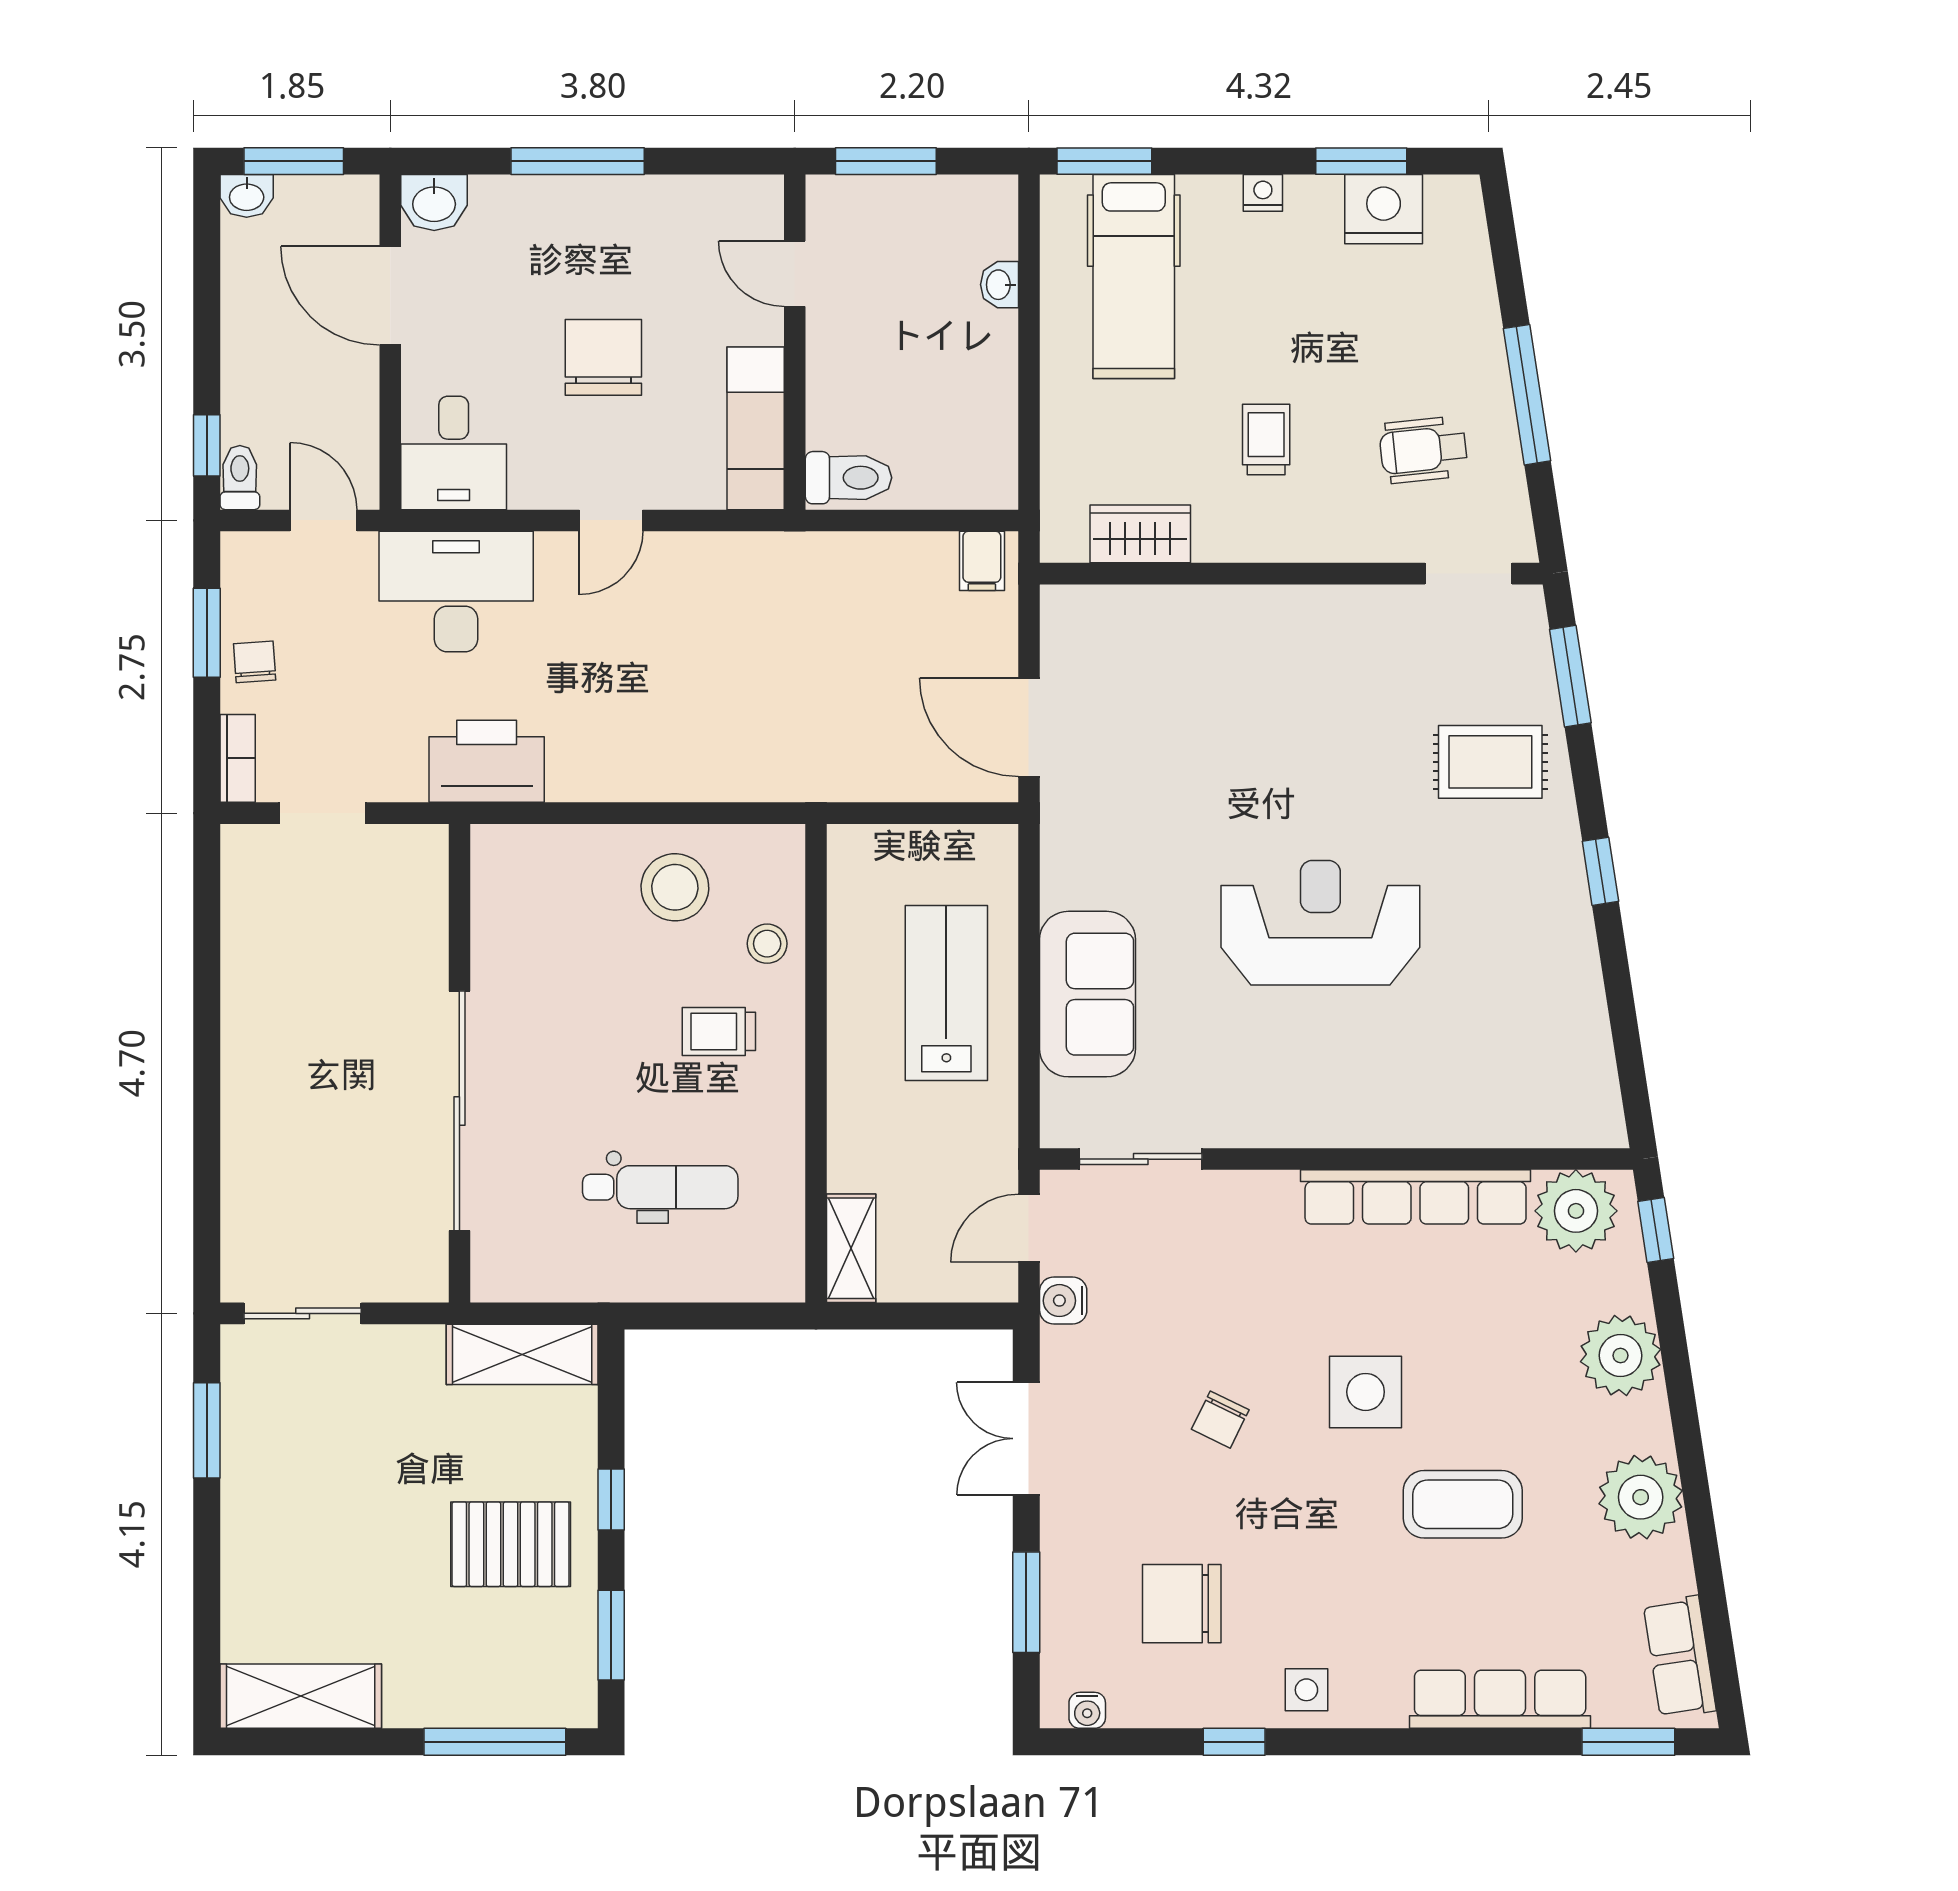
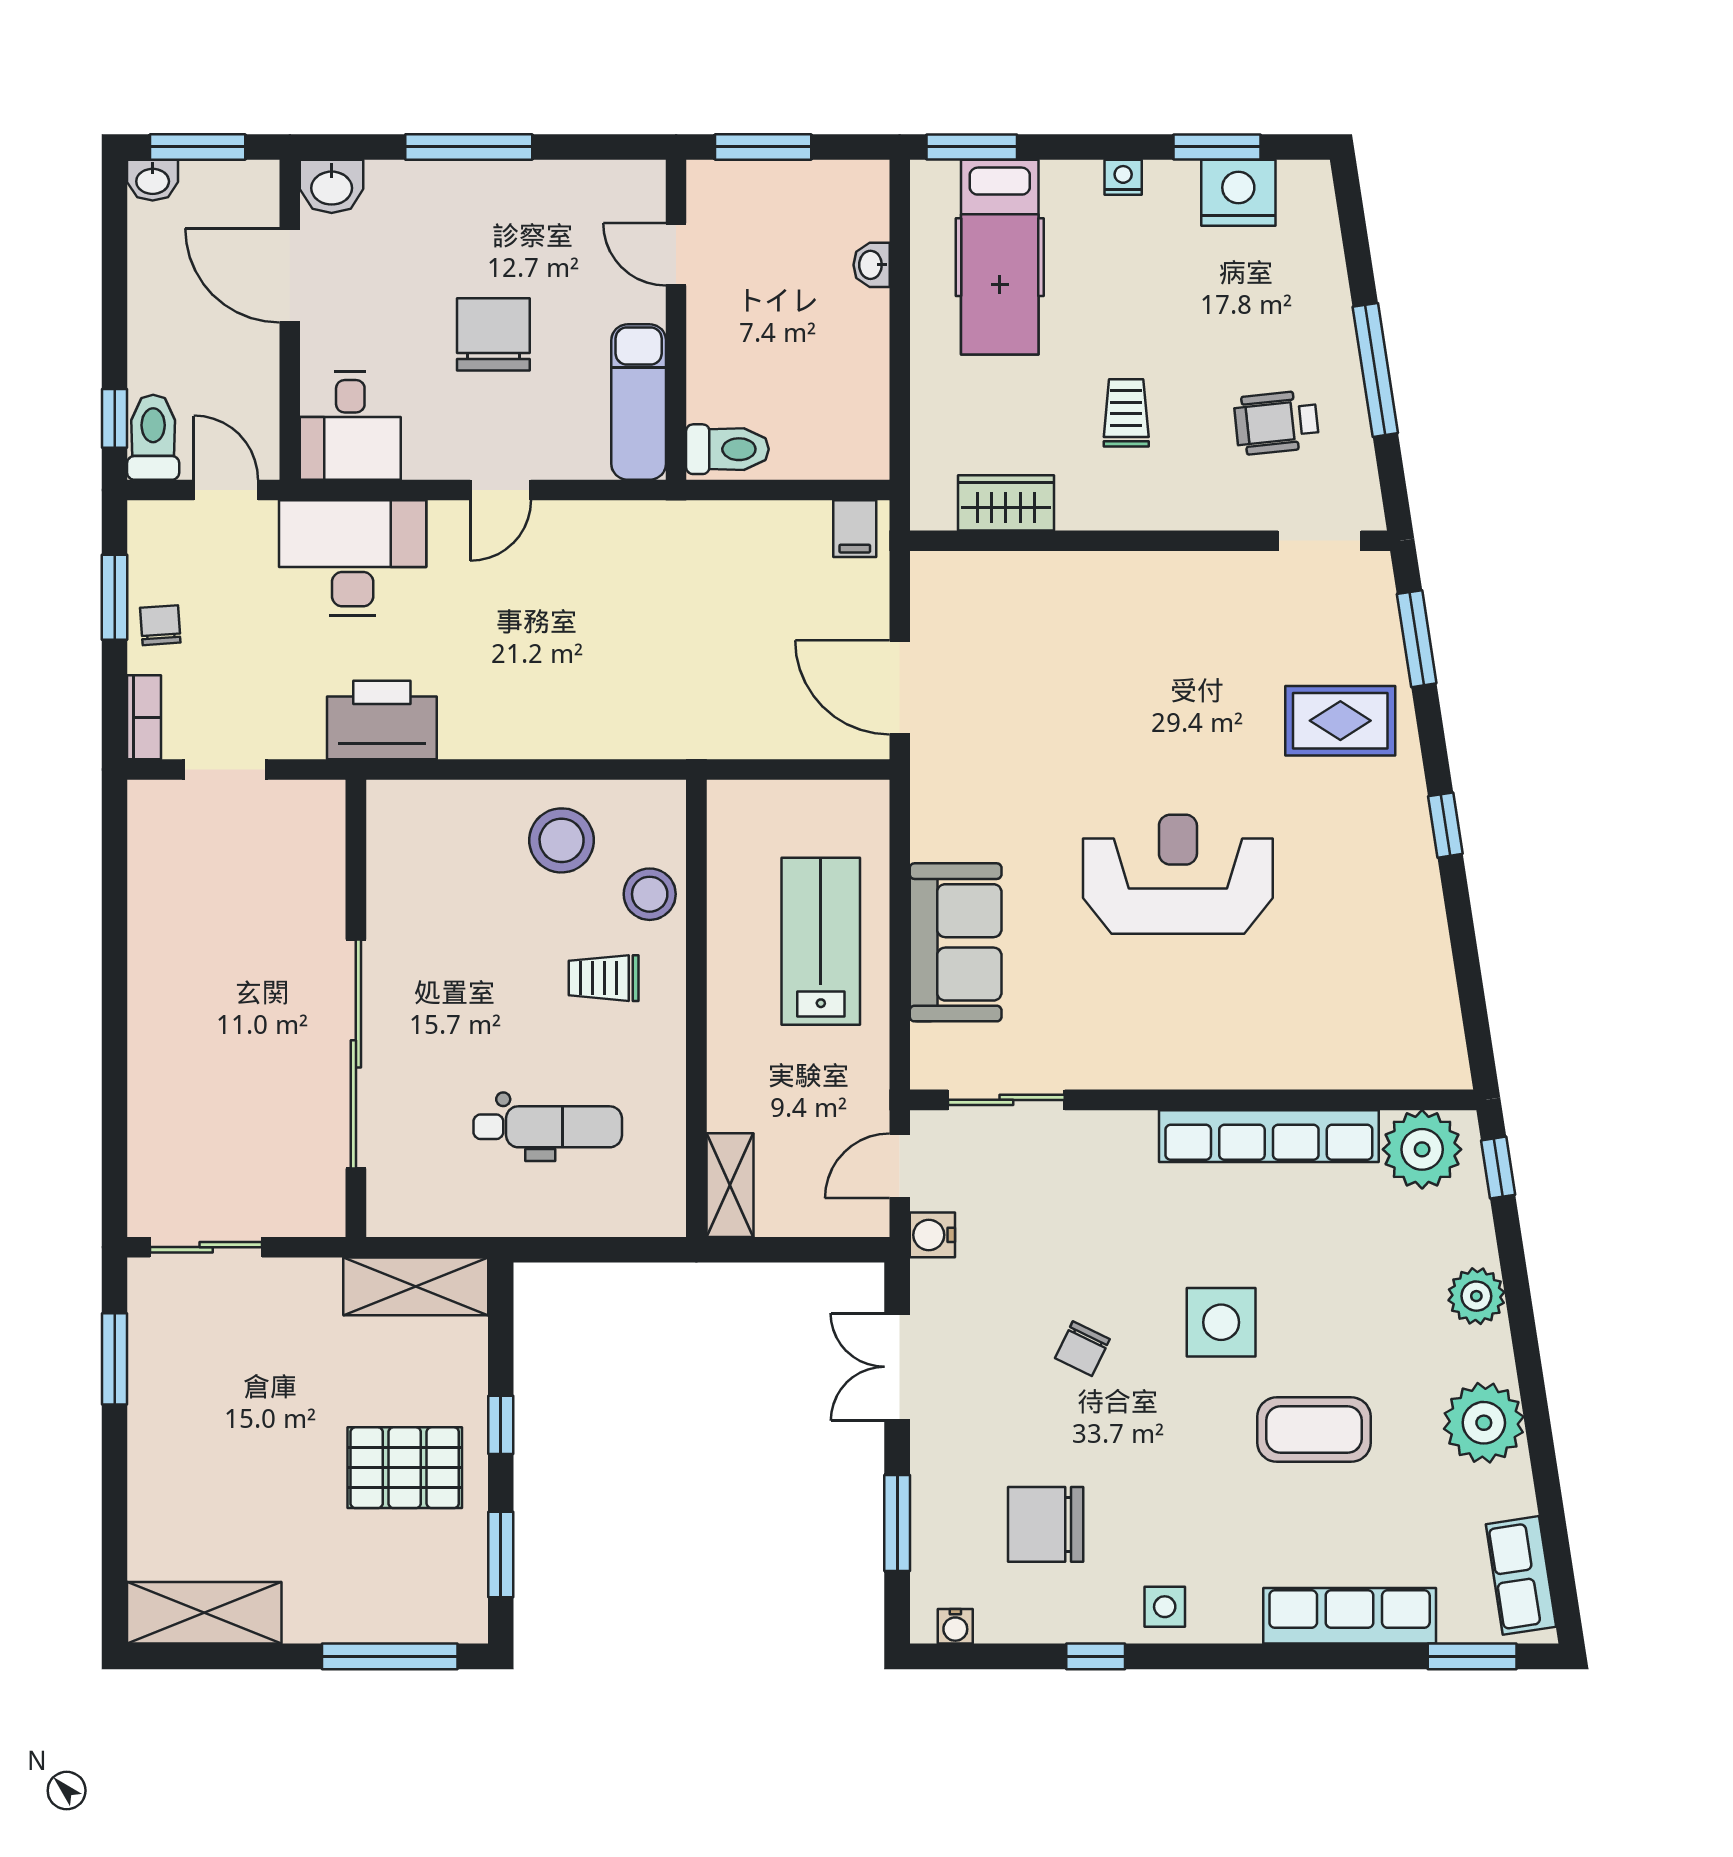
toilet: (240, 478) -> (153, 437), width x1.37, depth x1.39
stool: (767, 944) -> (650, 894), width x1.37, depth x1.37
plant: (1621, 1355) -> (1476, 1296), width x0.73, depth x0.73

